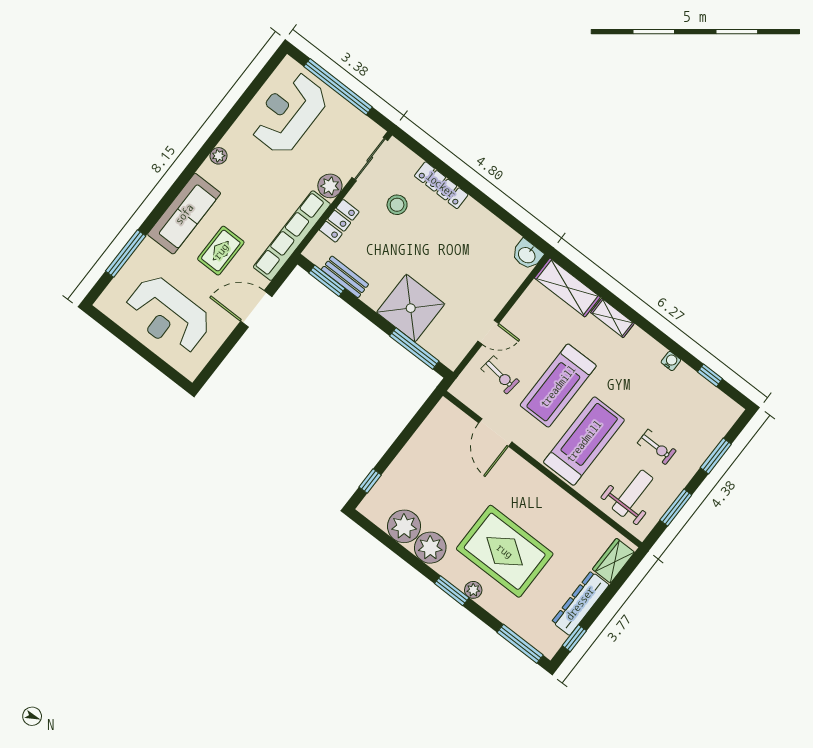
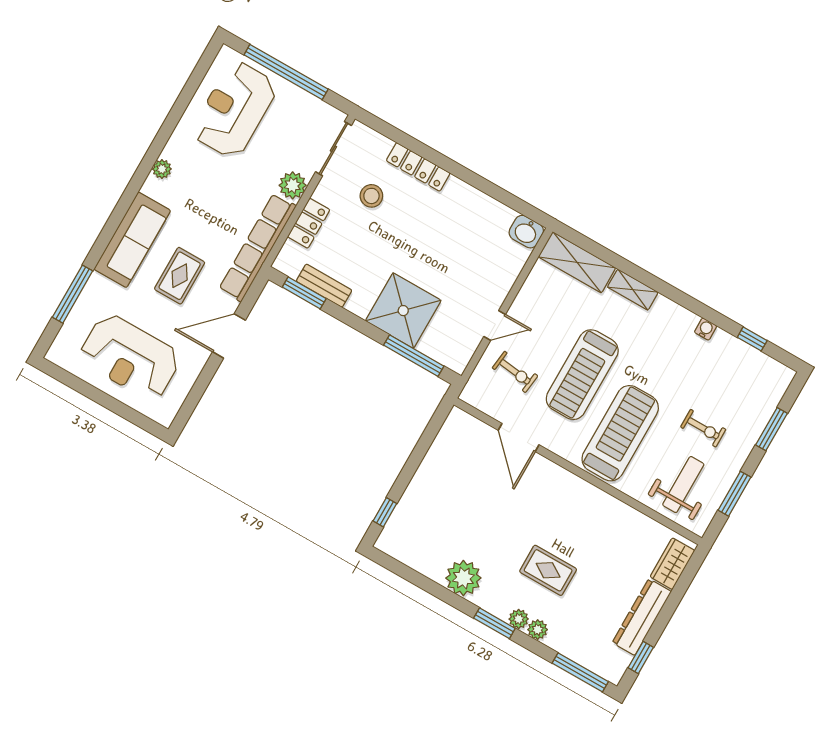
plant: (404, 526) -> (538, 630), moved, width x0.53, depth x0.53
rug: (505, 551) -> (548, 570), width x0.54, depth x0.49

